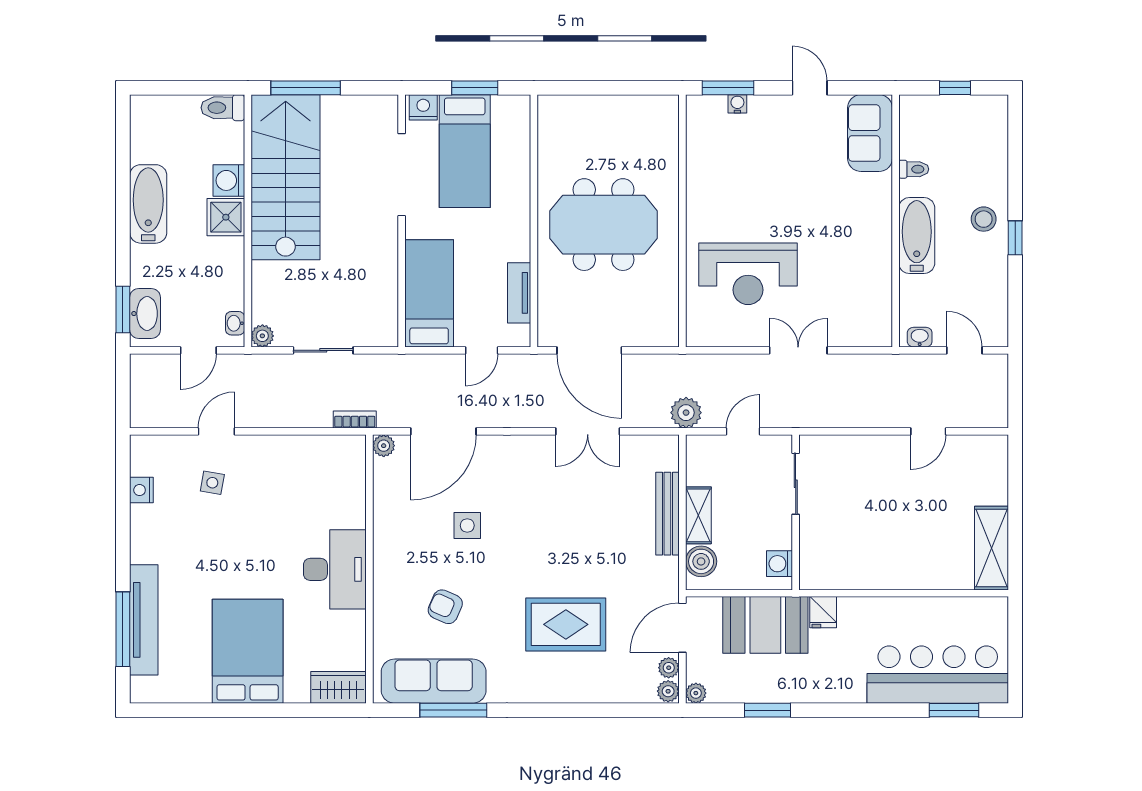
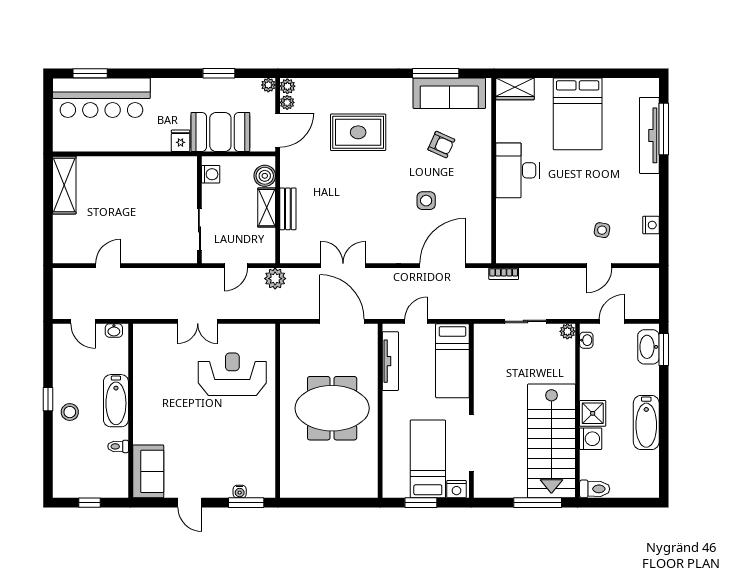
tv unit: (519, 293) -> (390, 361), width x1.41
plant: (384, 446) -> (484, 256), removed
bench: (667, 514) -> (288, 209), width x0.73

